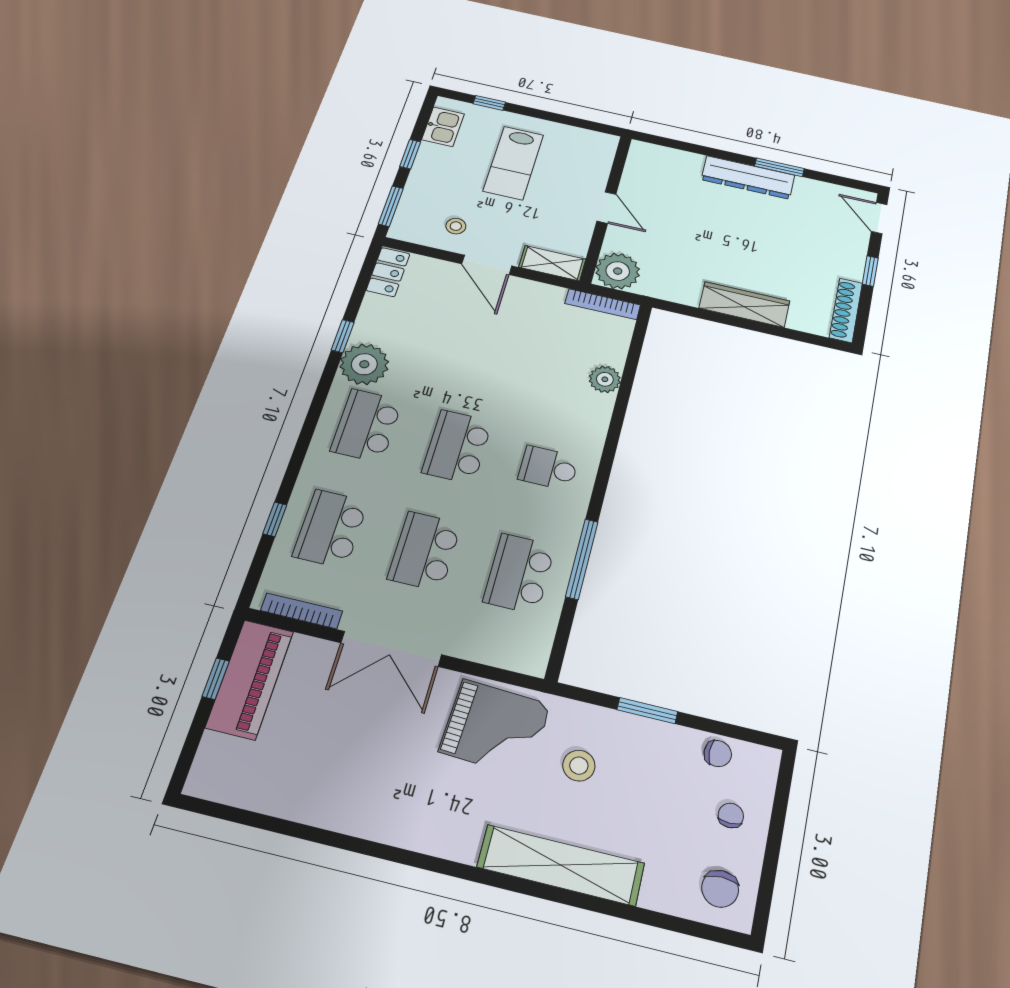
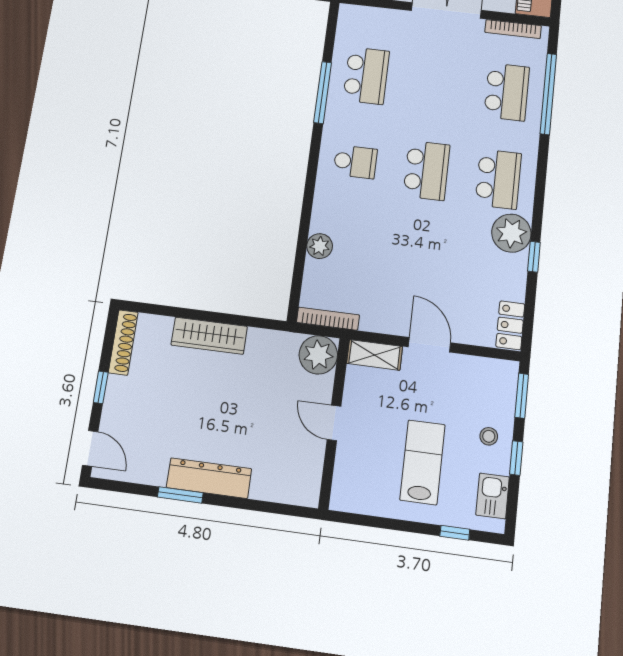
stool: (456, 226) -> (489, 436), moved
window: (275, 519) -> (548, 94), width x3.17
school desk: (425, 551) -> (436, 84), removed

